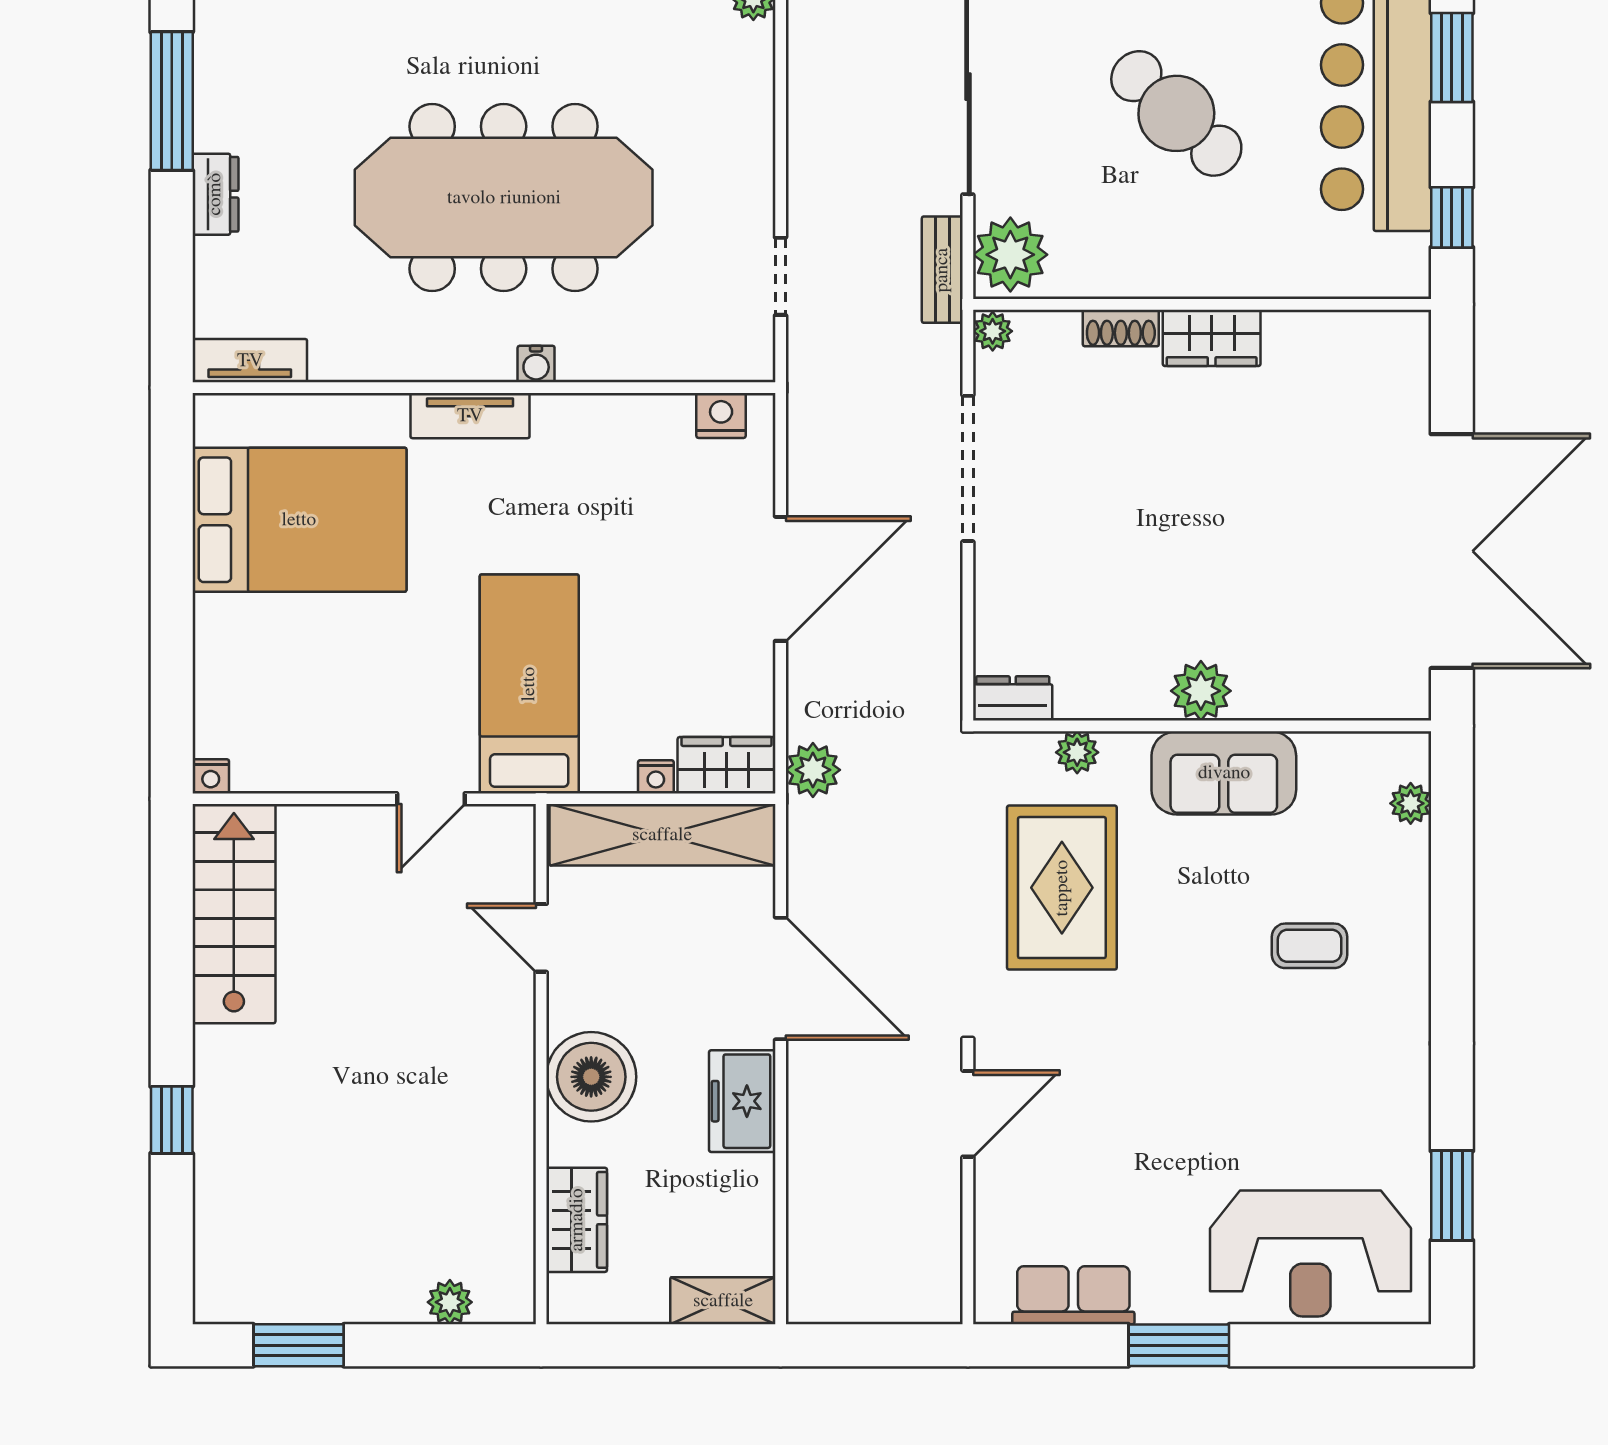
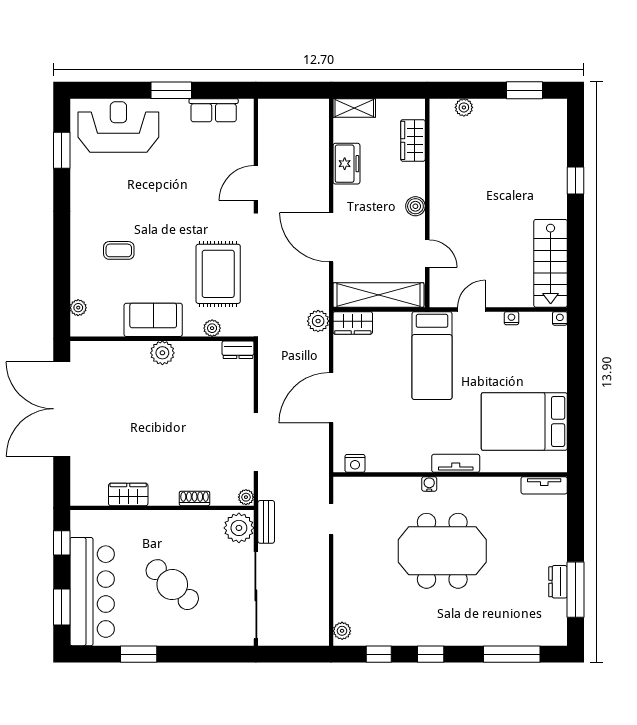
dresser: (215, 194) -> (558, 582), moved
meeting table: (504, 198) -> (442, 551), width x0.73
wardrobe: (1212, 338) -> (128, 494), moved
nightstand: (656, 777) -> (511, 318), moved
boiler: (591, 1077) -> (415, 206), width x0.54, depth x0.54
freezer: (742, 1101) -> (346, 164), moved

